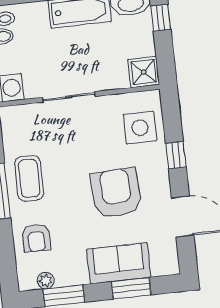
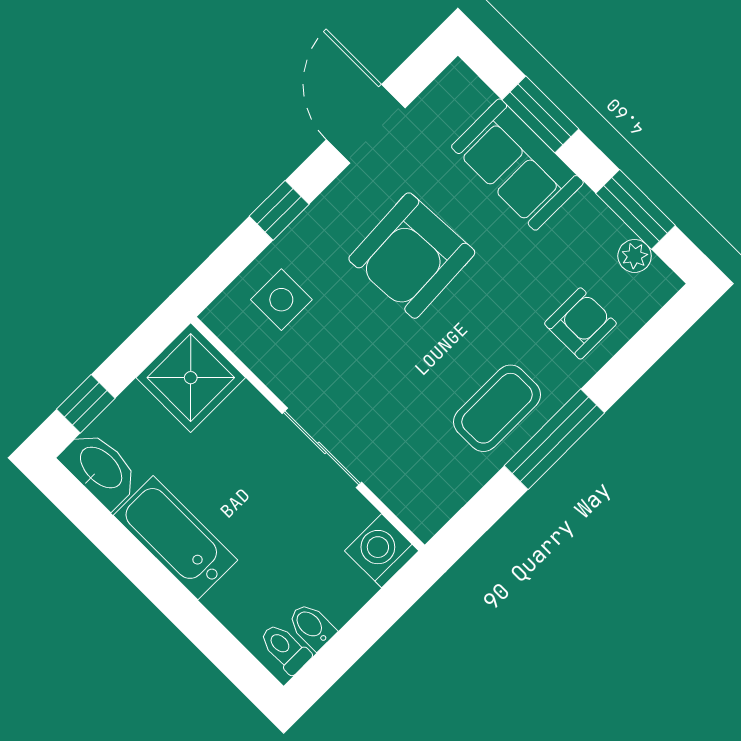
shower: (144, 72) -> (191, 378), width x1.36, depth x1.36
side table: (140, 128) -> (281, 300), width x0.73, depth x0.73

